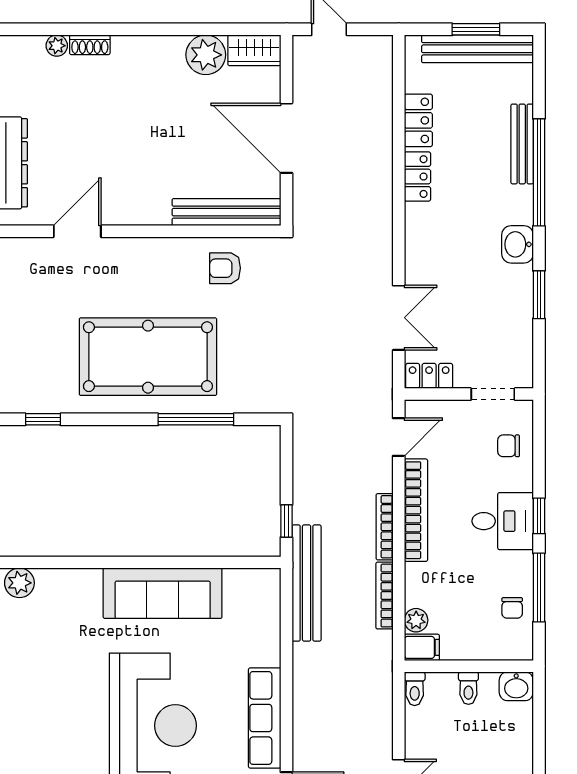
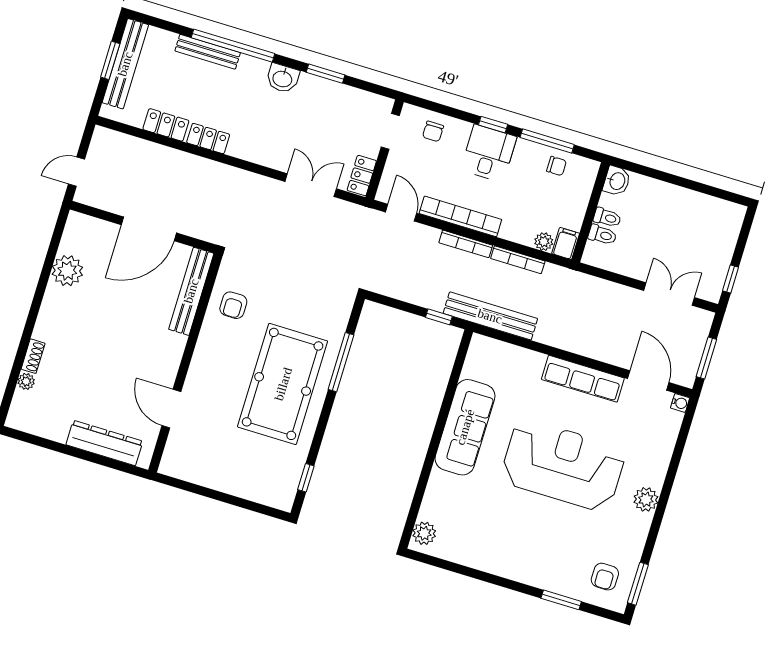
wardrobe: (254, 50) -> (75, 233), removed
toilet: (415, 689) -> (602, 235), moved

